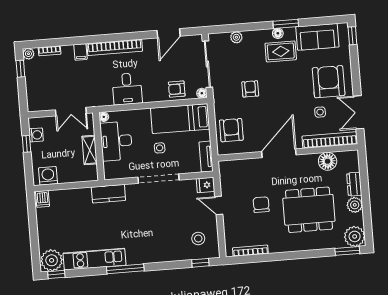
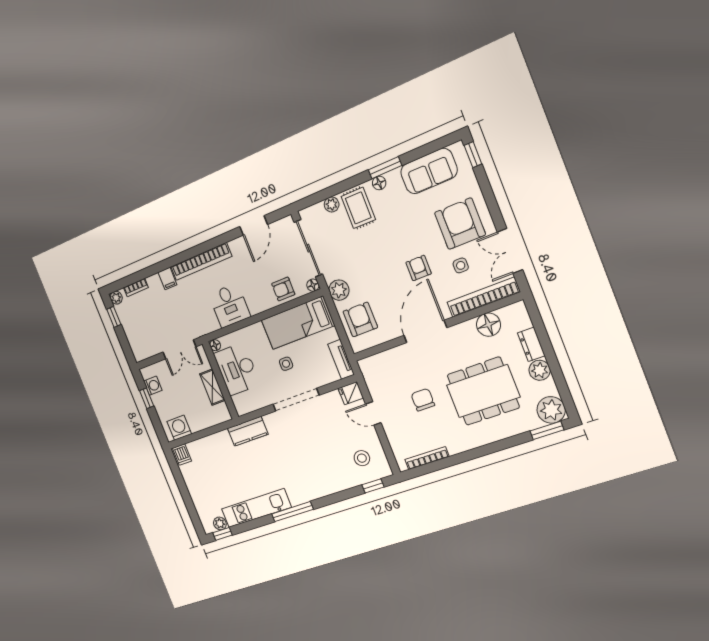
rug: (281, 51) -> (358, 208), moved, turned 90
armchair: (250, 89) -> (419, 268), moved
plant: (222, 103) -> (339, 290), added
plant: (52, 260) -> (220, 523), width x0.53, depth x0.53

